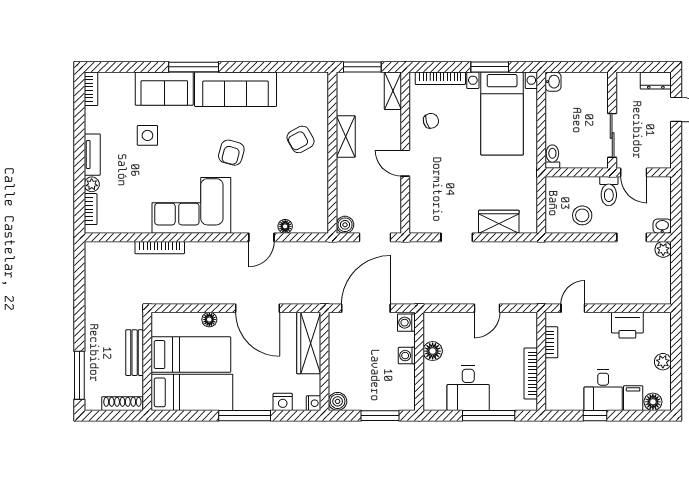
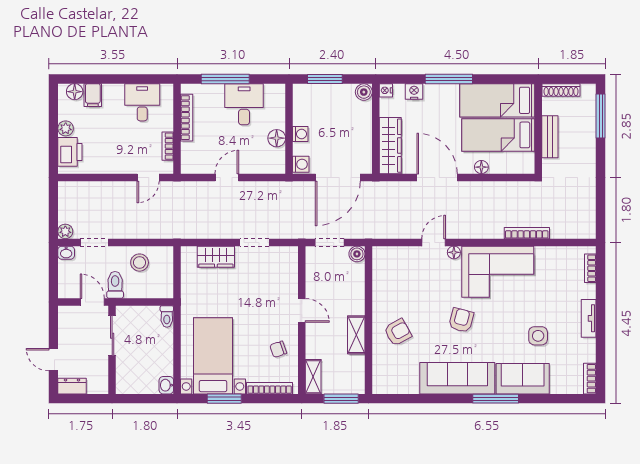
plant: (92, 184) -> (589, 291), removed
floor lamp: (285, 226) -> (454, 252), moved
printer: (627, 325) -> (70, 152), moved, turned 90
desk: (603, 390) -> (142, 102), moved
window: (595, 416) -> (128, 79), removed

